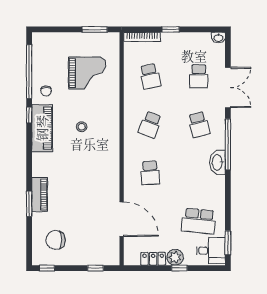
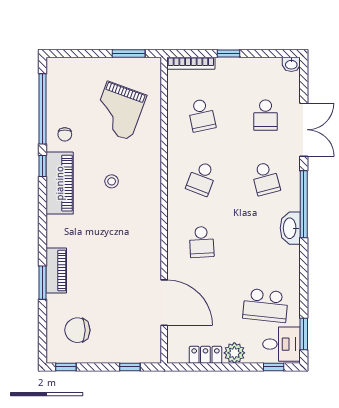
grand piano: (87, 73) -> (119, 111), turned 110
window: (179, 268) -> (274, 367), moved

